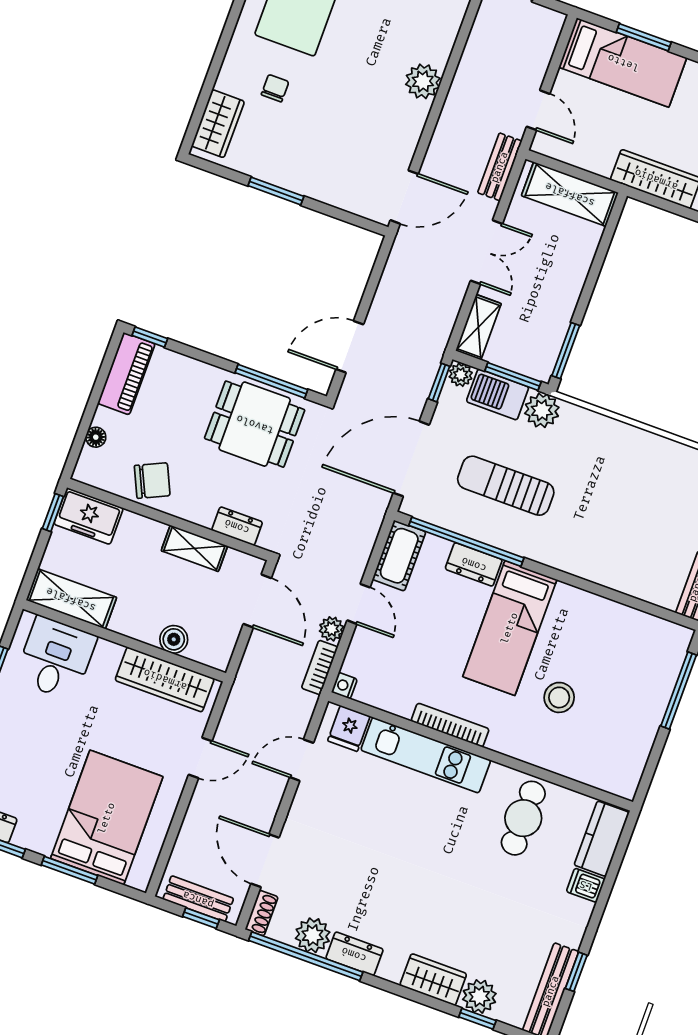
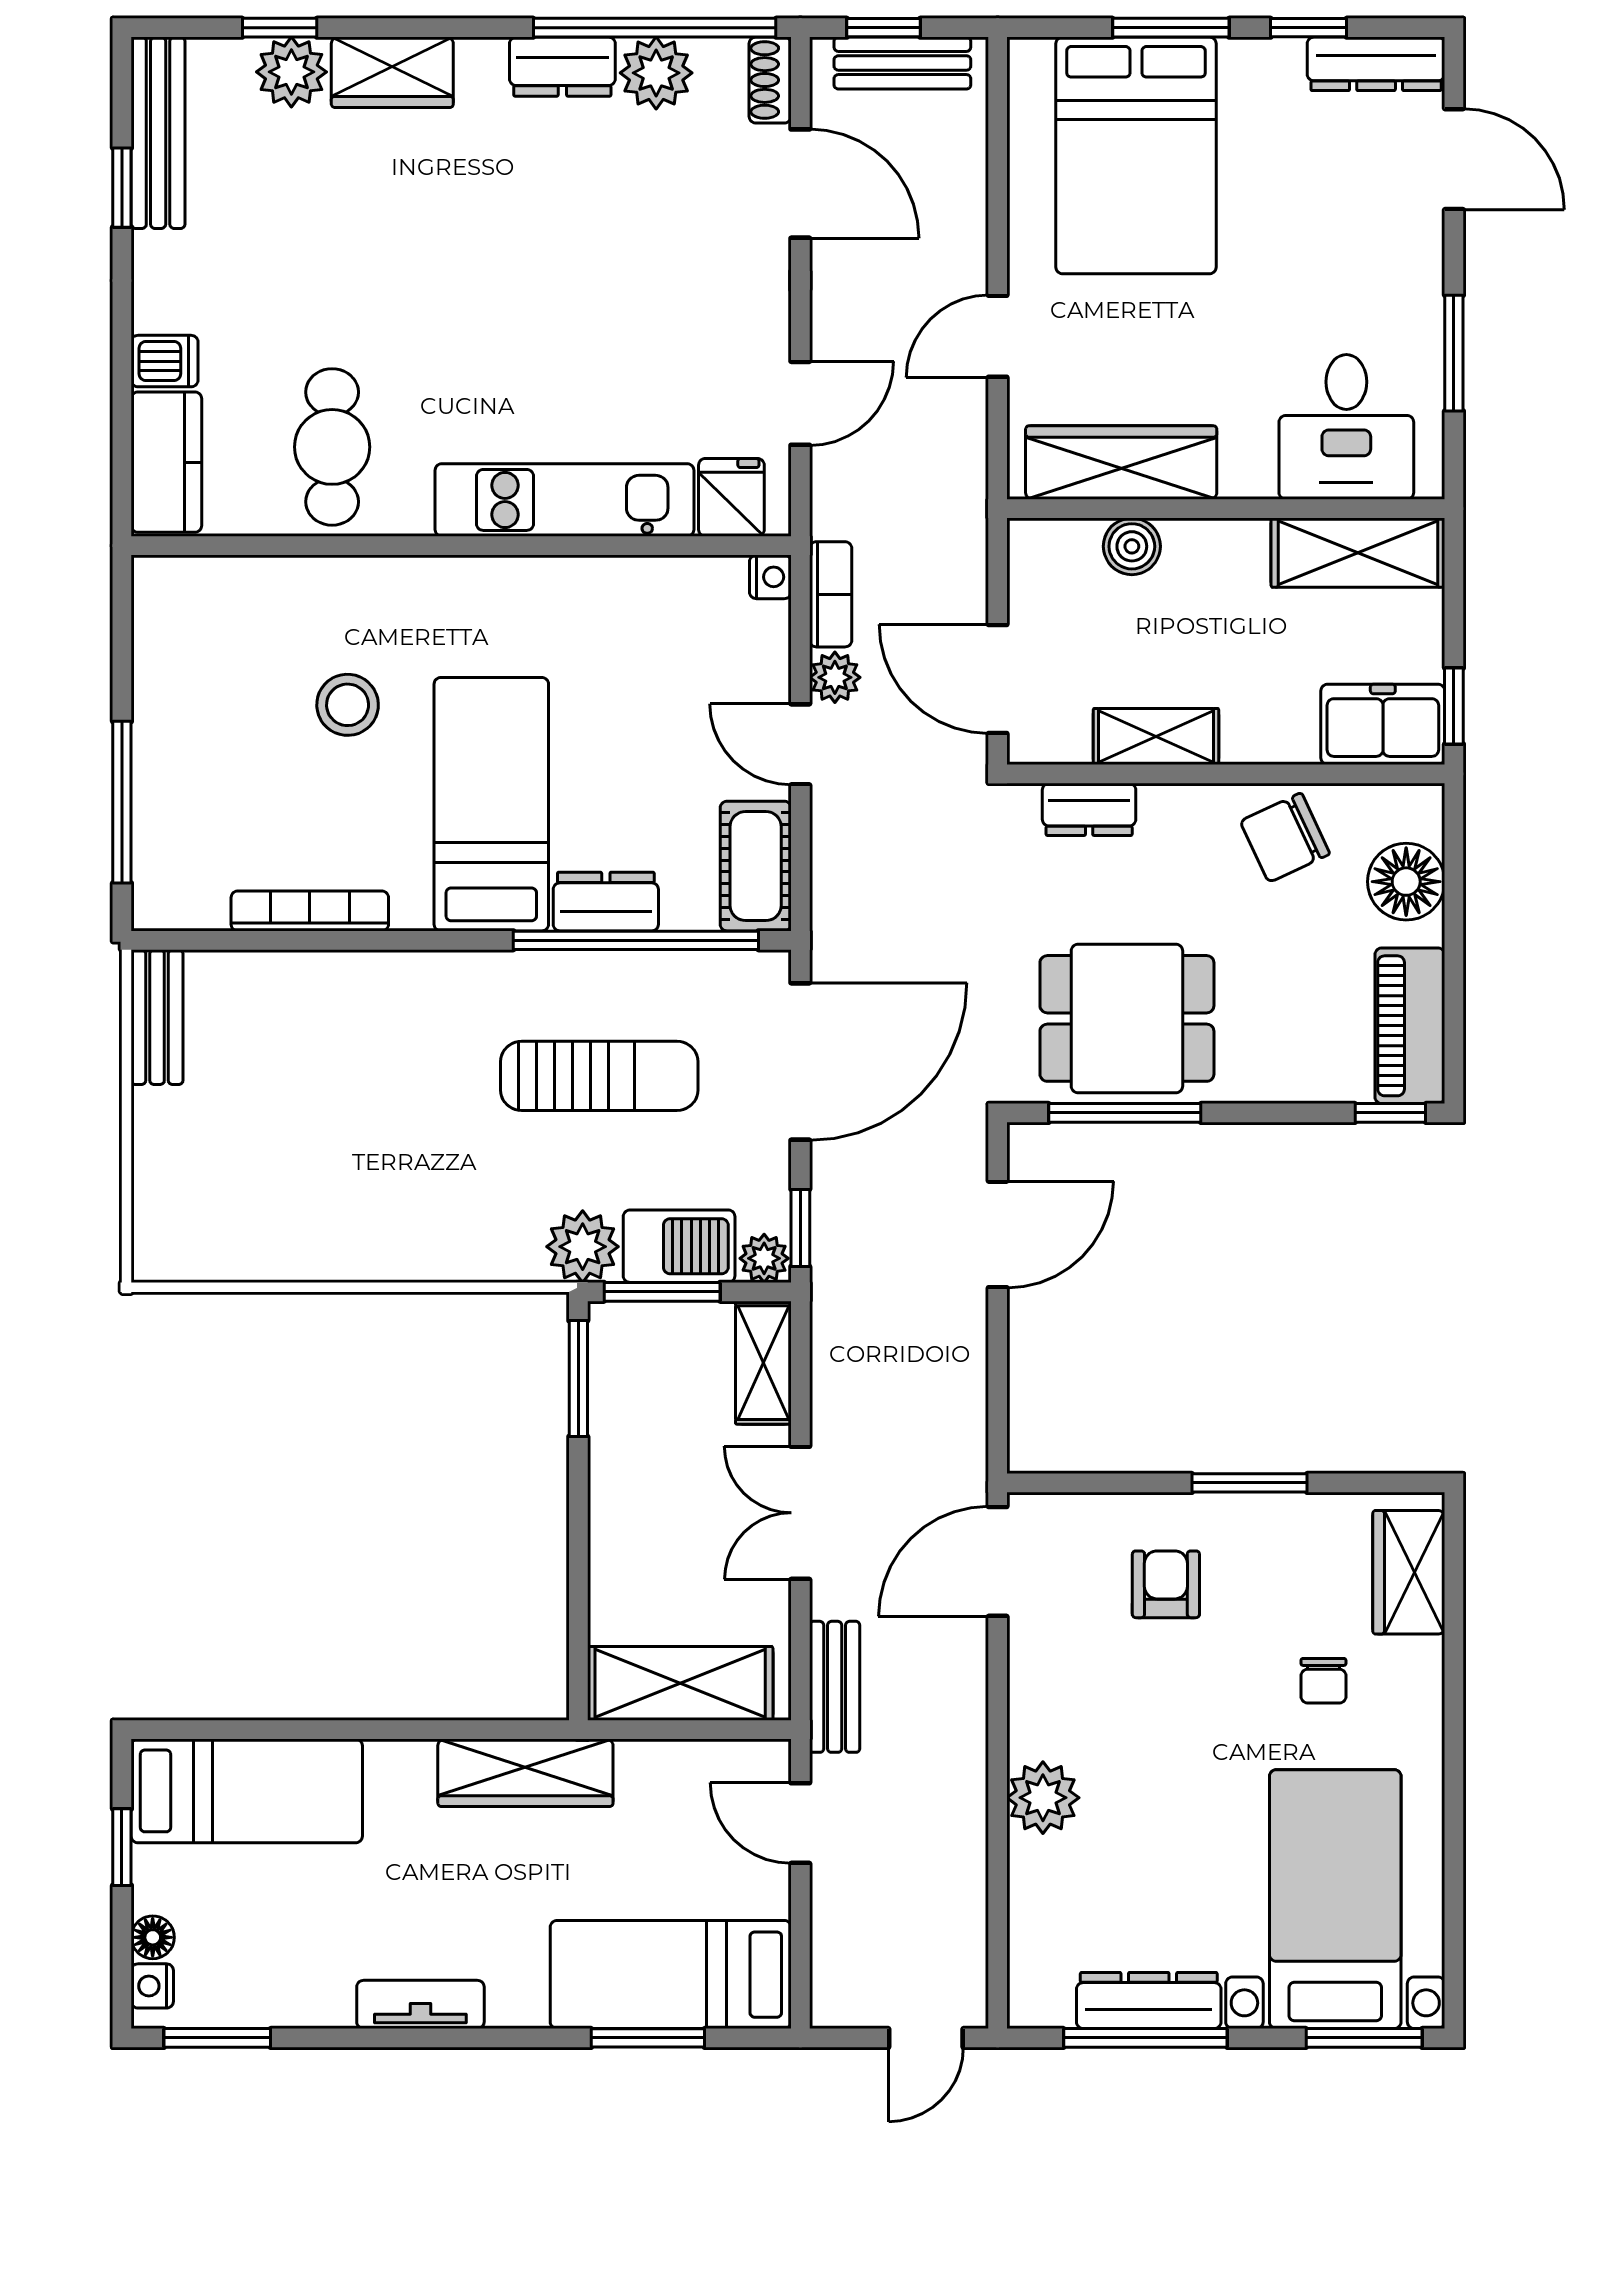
armchair: (331, 159) -> (1166, 1584), added
floor lamp: (96, 437) -> (1406, 882), width x1.89, depth x1.89
bookcase: (450, 725) -> (310, 911), moved, turned 180

